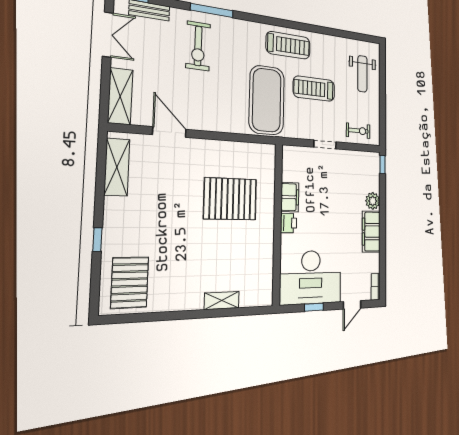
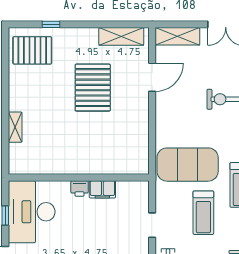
treadmill: (314, 89) -> (203, 213), turned 180
pallet: (230, 199) -> (93, 88), moved
window: (97, 240) -> (51, 24), moved

